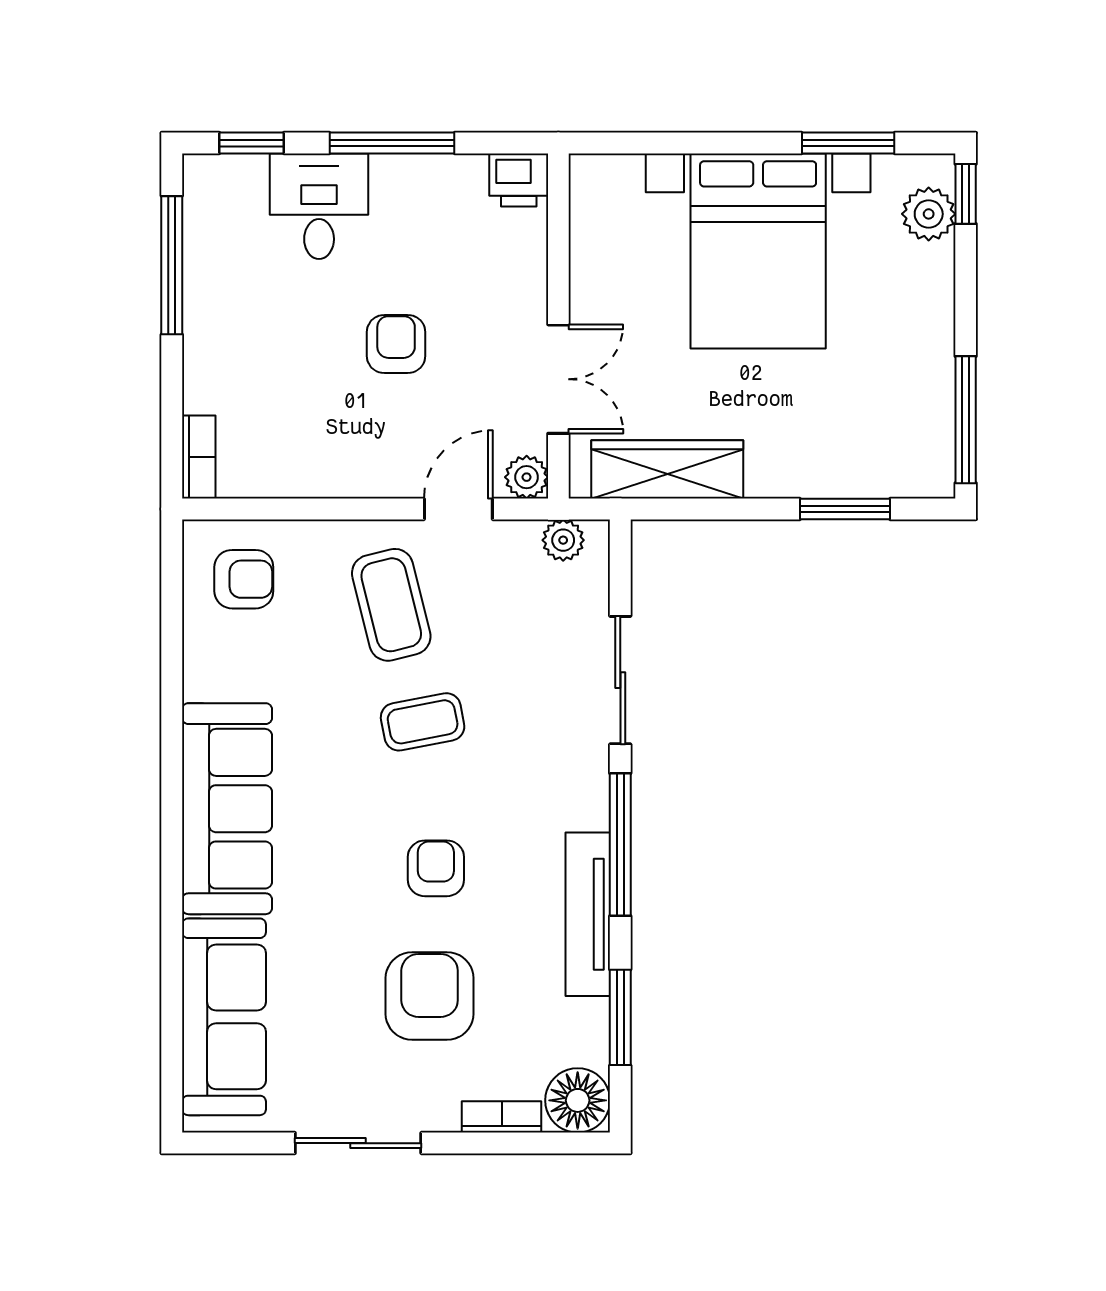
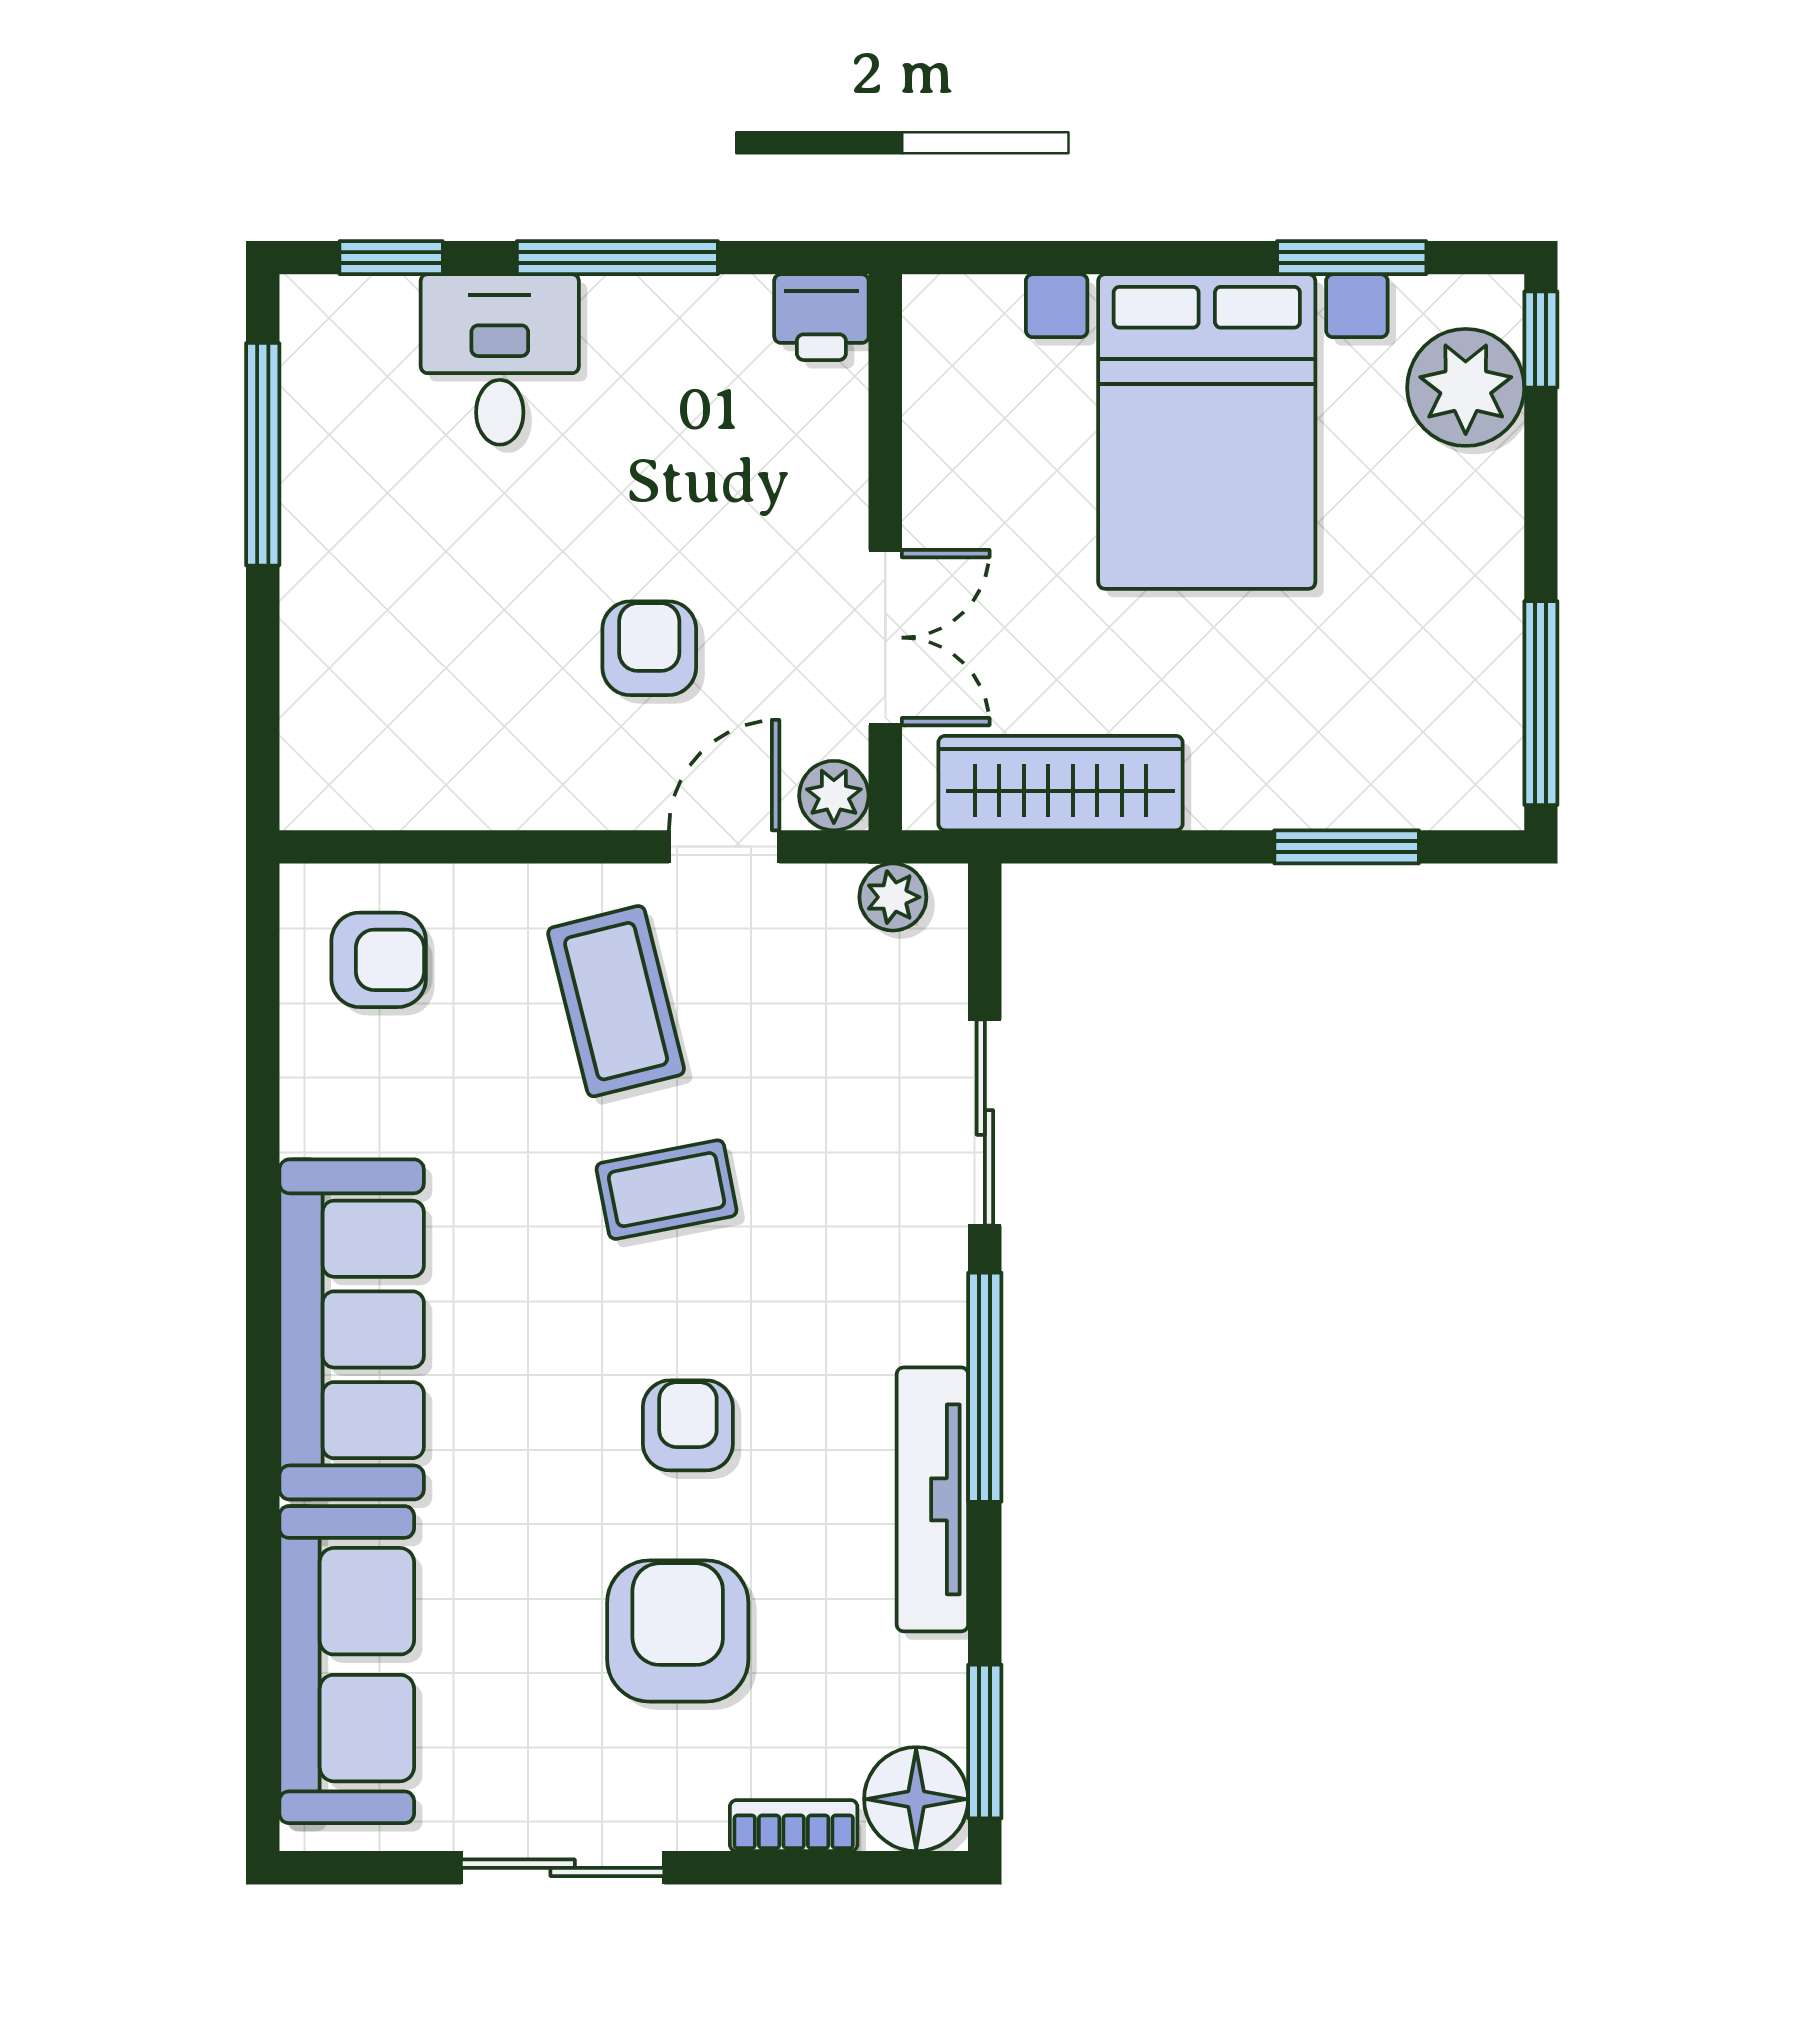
plant: (929, 214) -> (1466, 387), width x1.36, depth x1.36
armchair: (396, 344) -> (649, 648), moved
bookcase: (199, 457) -> (306, 763), removed
window: (620, 1017) -> (985, 1742), moved

